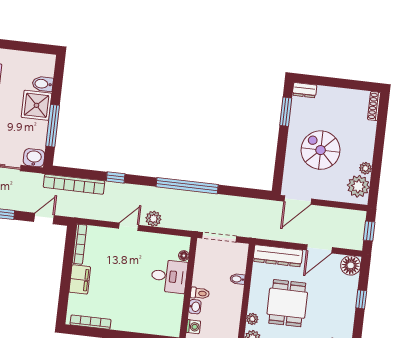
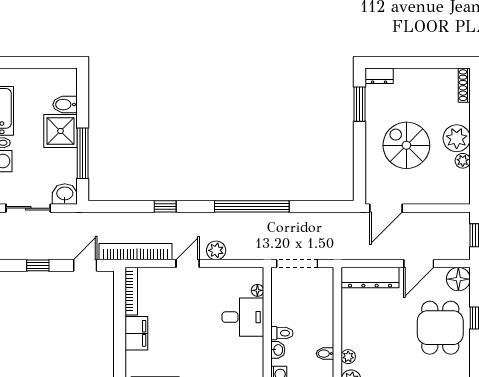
bookcase: (74, 184) -> (136, 252), moved, turned 180
plant: (358, 186) -> (457, 138), moved
bidet: (237, 279) -> (325, 354), moved
dining table: (287, 303) -> (440, 328), moved

